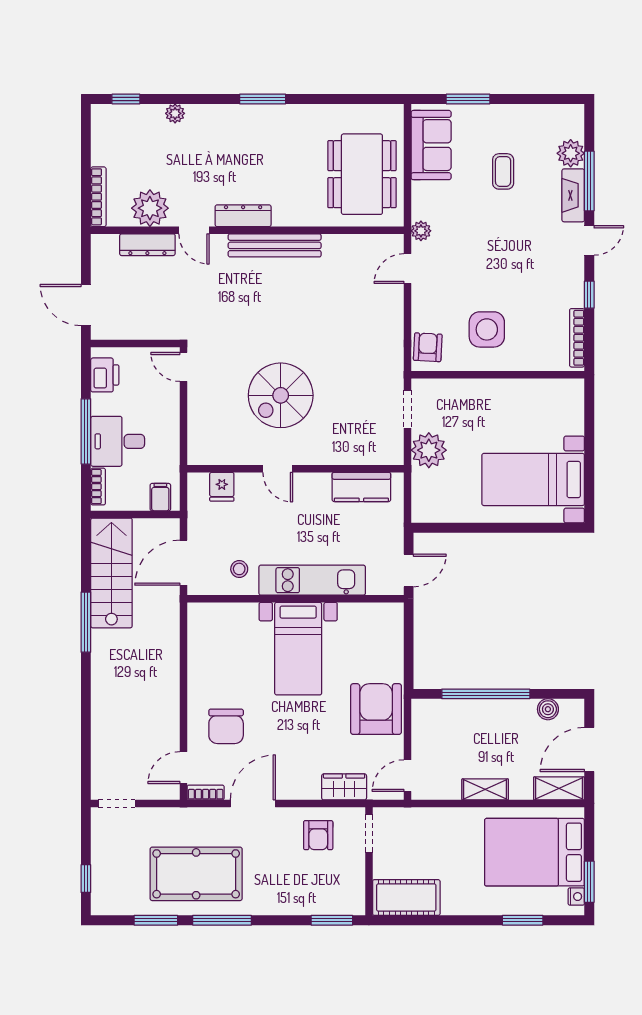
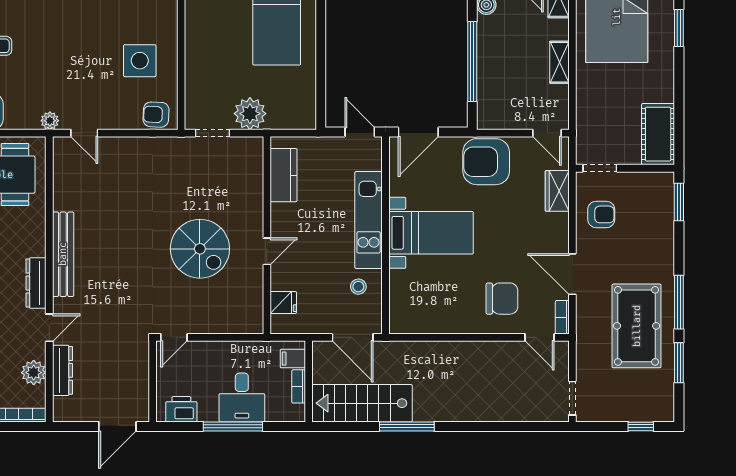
plant: (150, 208) -> (34, 373), width x0.73, depth x0.73
bookcase: (98, 487) -> (299, 386), moved, turned -90
door: (409, 635) -> (418, 132), added

